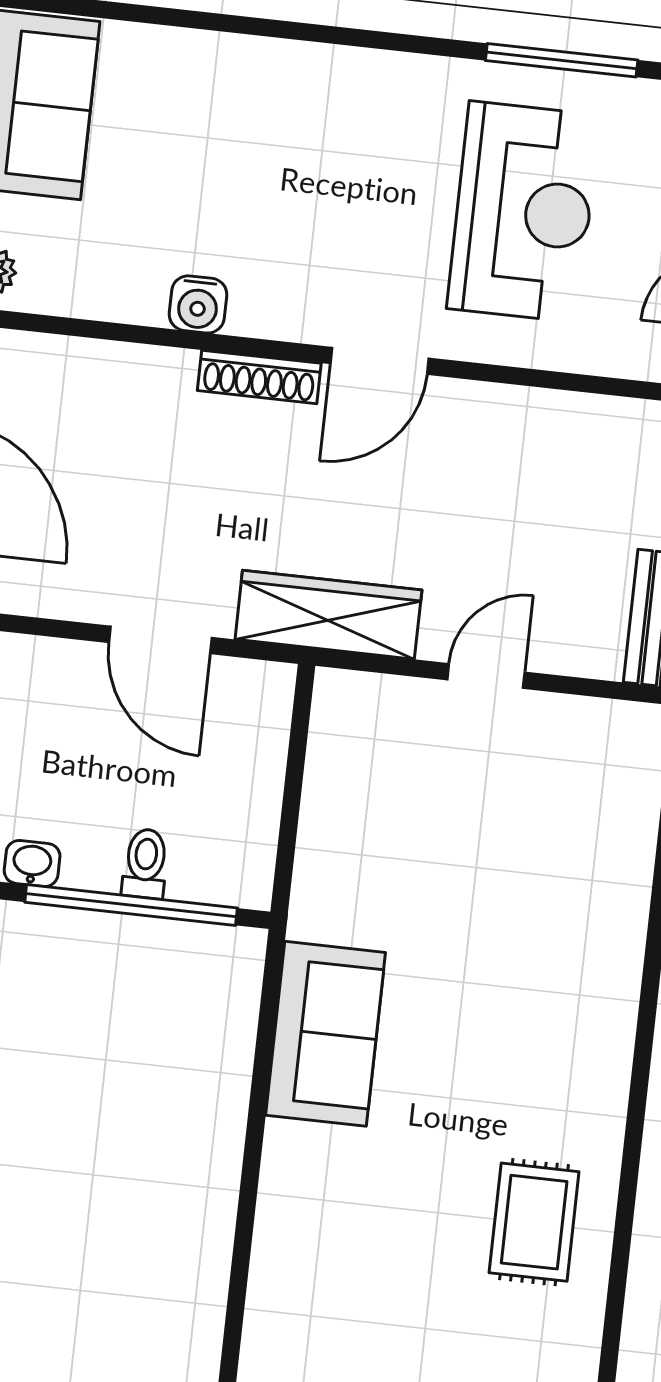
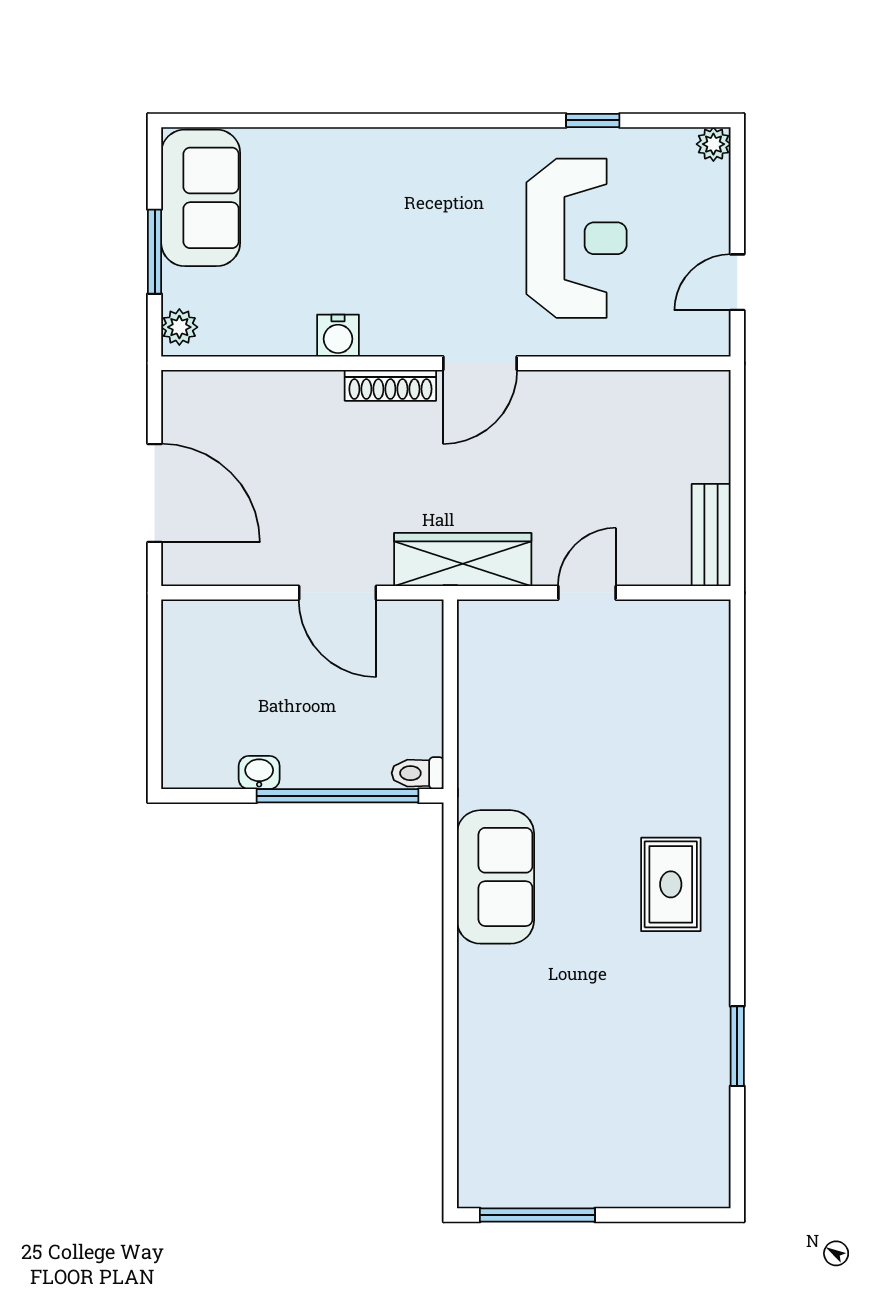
window: (562, 60) -> (593, 120), width x0.46
toilet: (145, 864) -> (418, 773), moved, turned -90
rug: (534, 1222) -> (671, 884), moved
window: (617, 1290) -> (737, 1046), added

